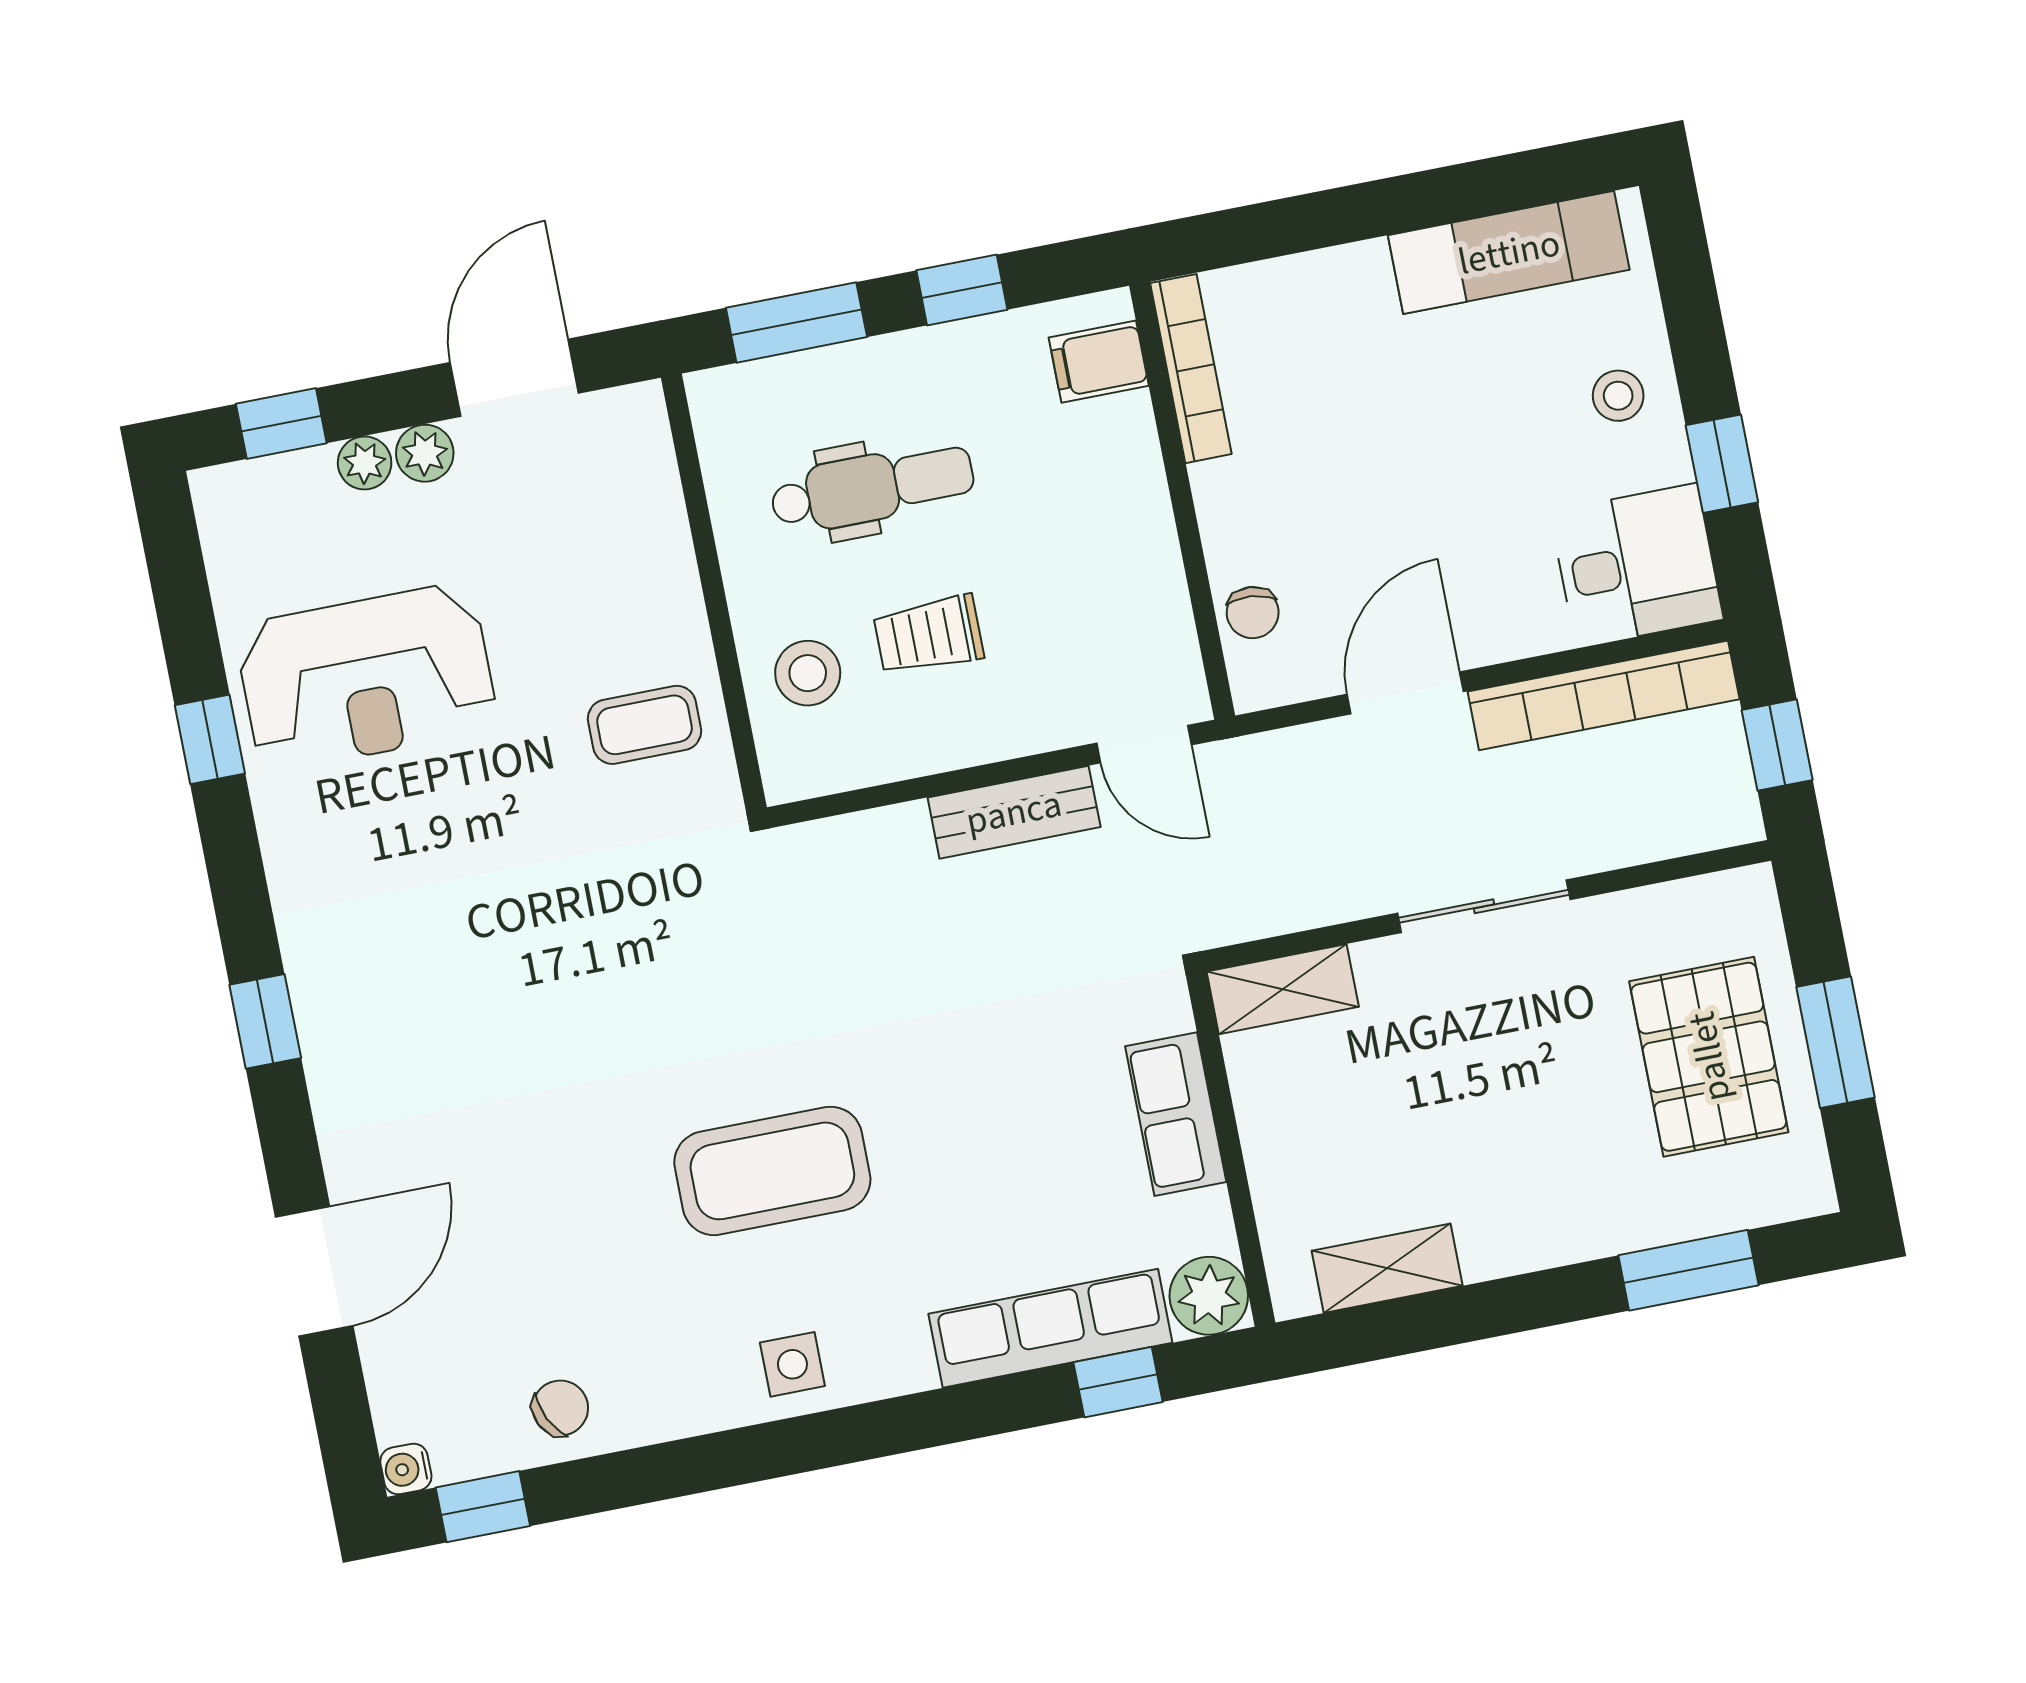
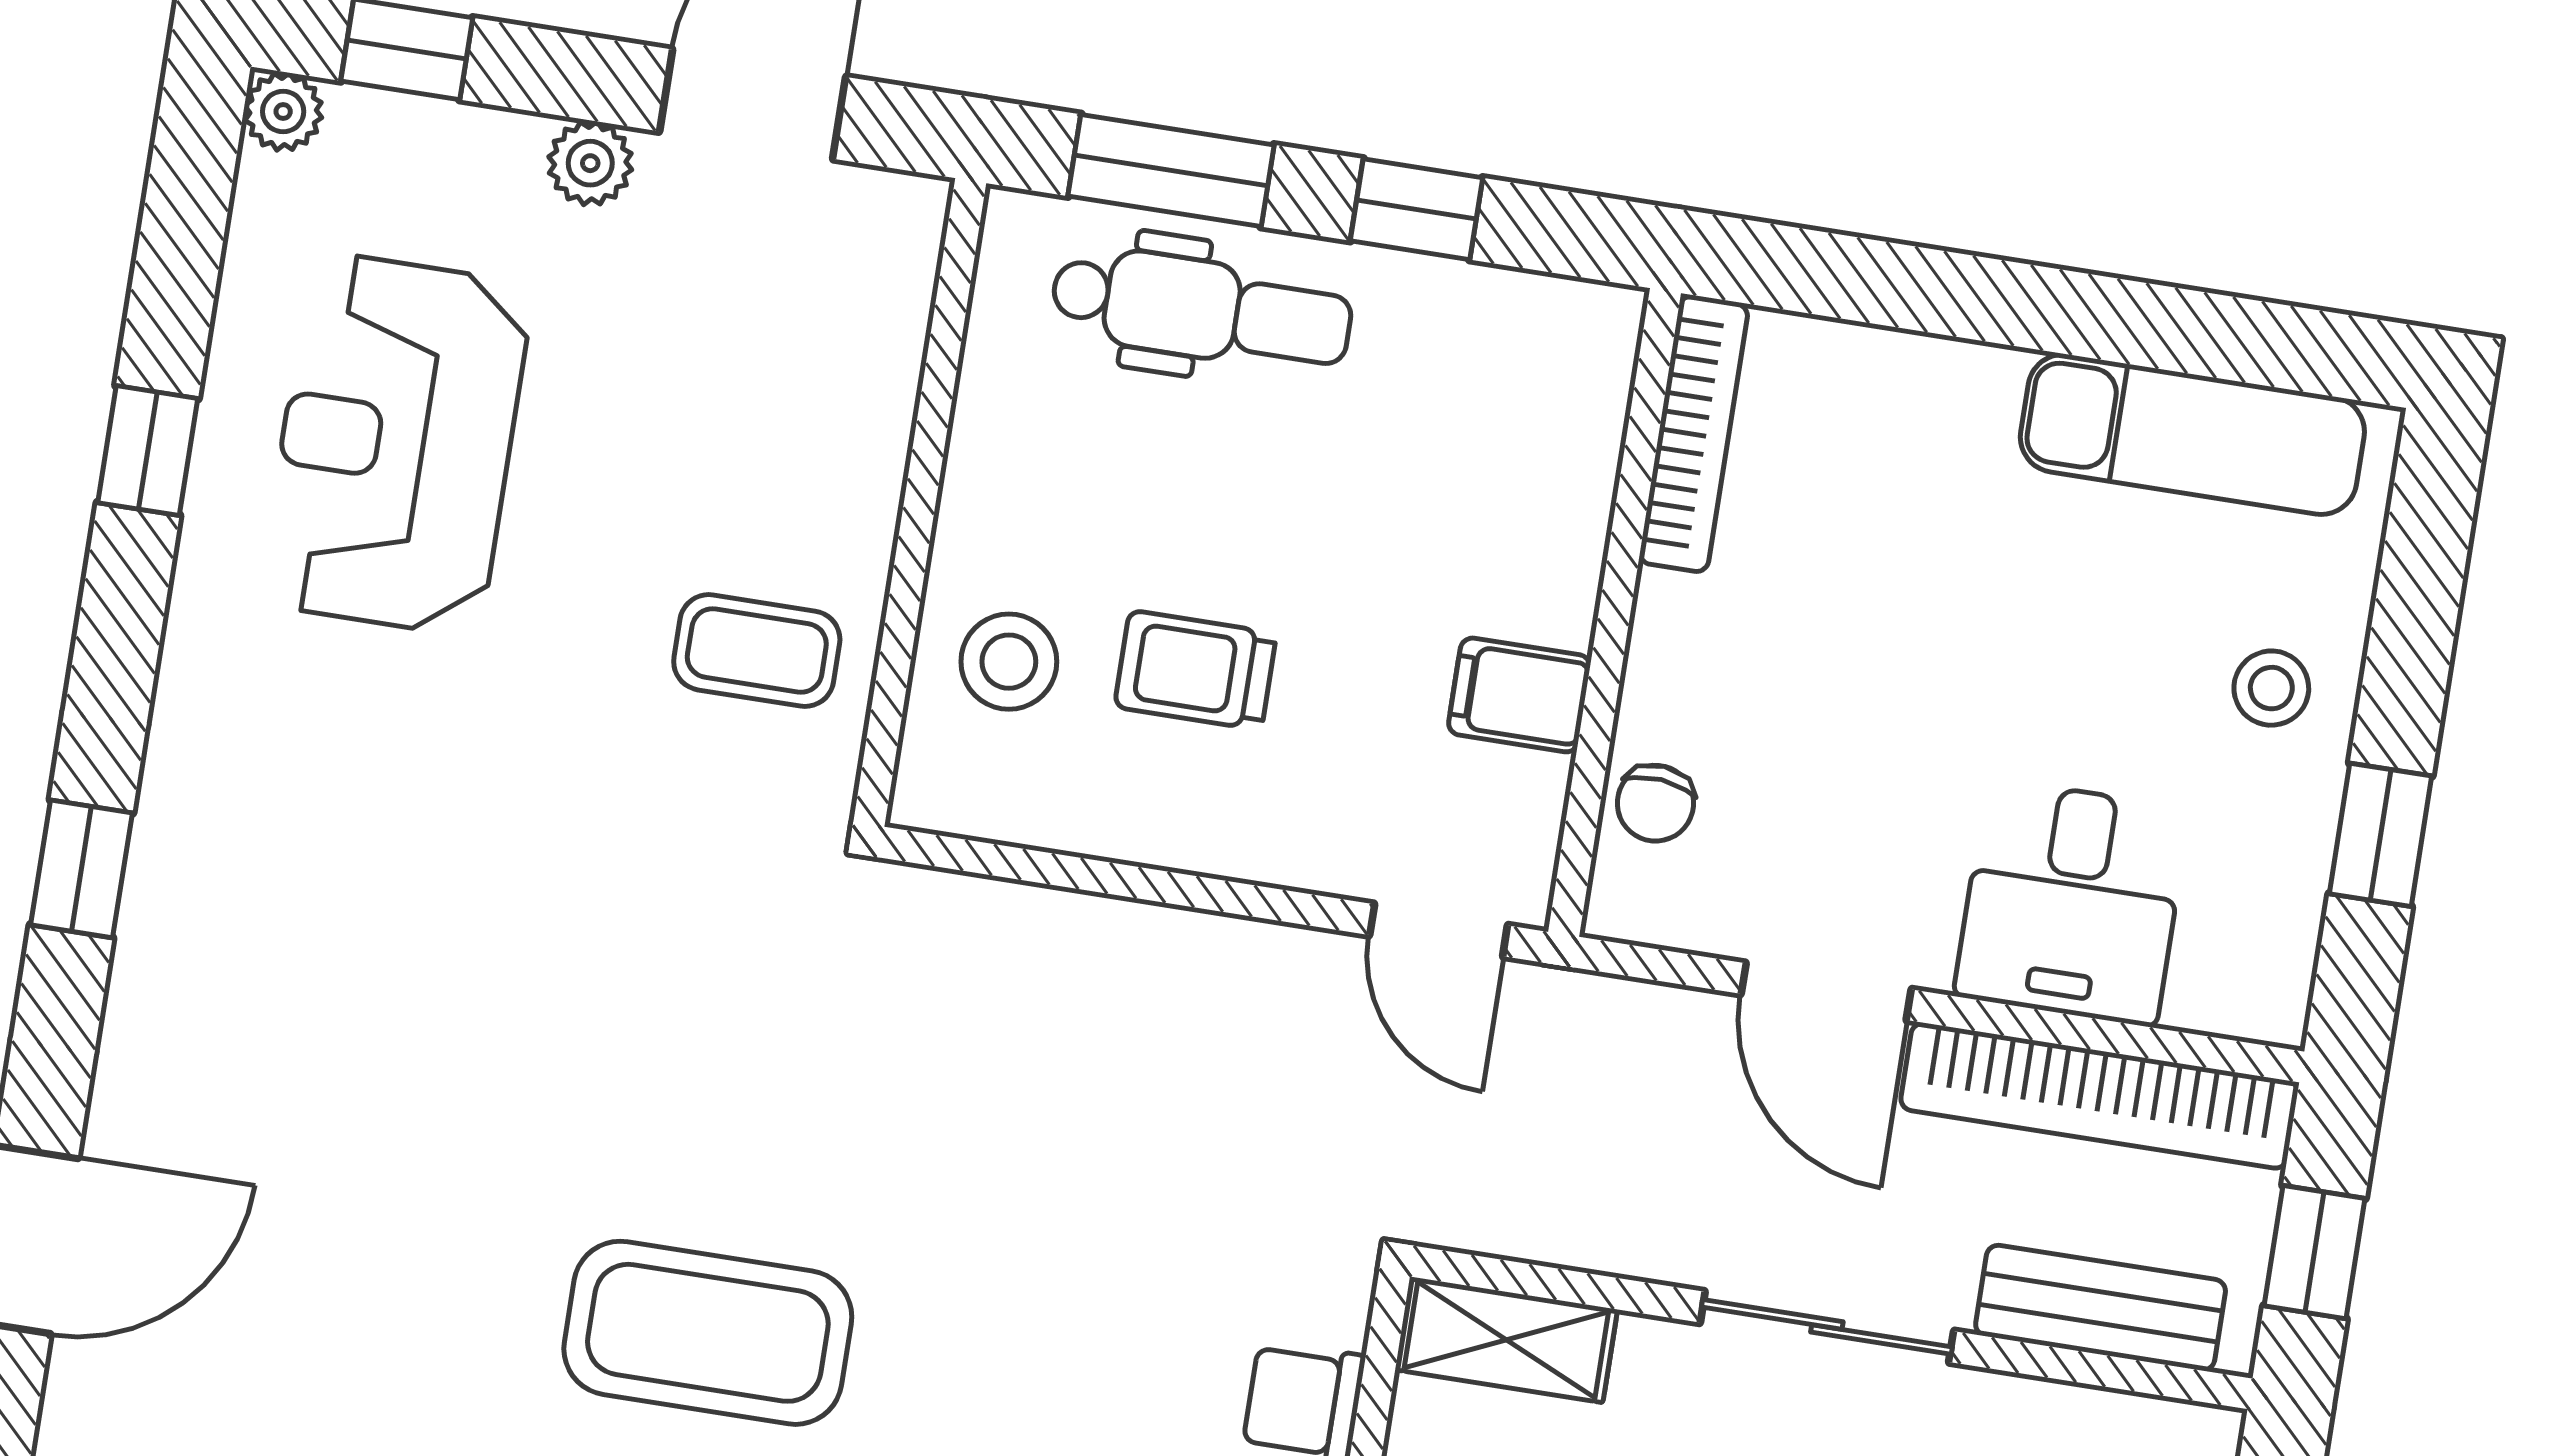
filing cabinet: (1099, 362) -> (1519, 695), moved
plant: (365, 463) -> (283, 112), moved
dental chair: (872, 487) -> (1202, 309), moved
desk: (1636, 566) -> (2072, 902), moved, turned 90
reception desk: (366, 677) -> (396, 444), turned 90
door: (1405, 693) -> (1826, 992), swing flipped
bench: (1014, 812) -> (2101, 1308), moved

